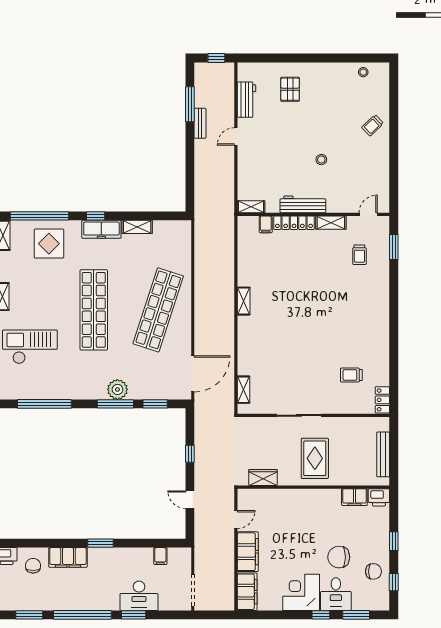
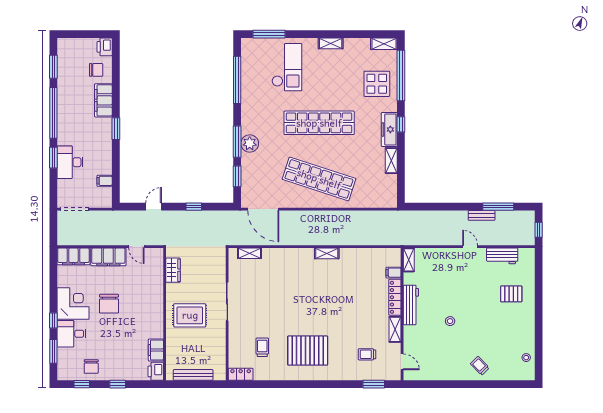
pallet: (355, 323) -> (308, 351), added
chair: (339, 557) -> (109, 304), moved, turned 180

